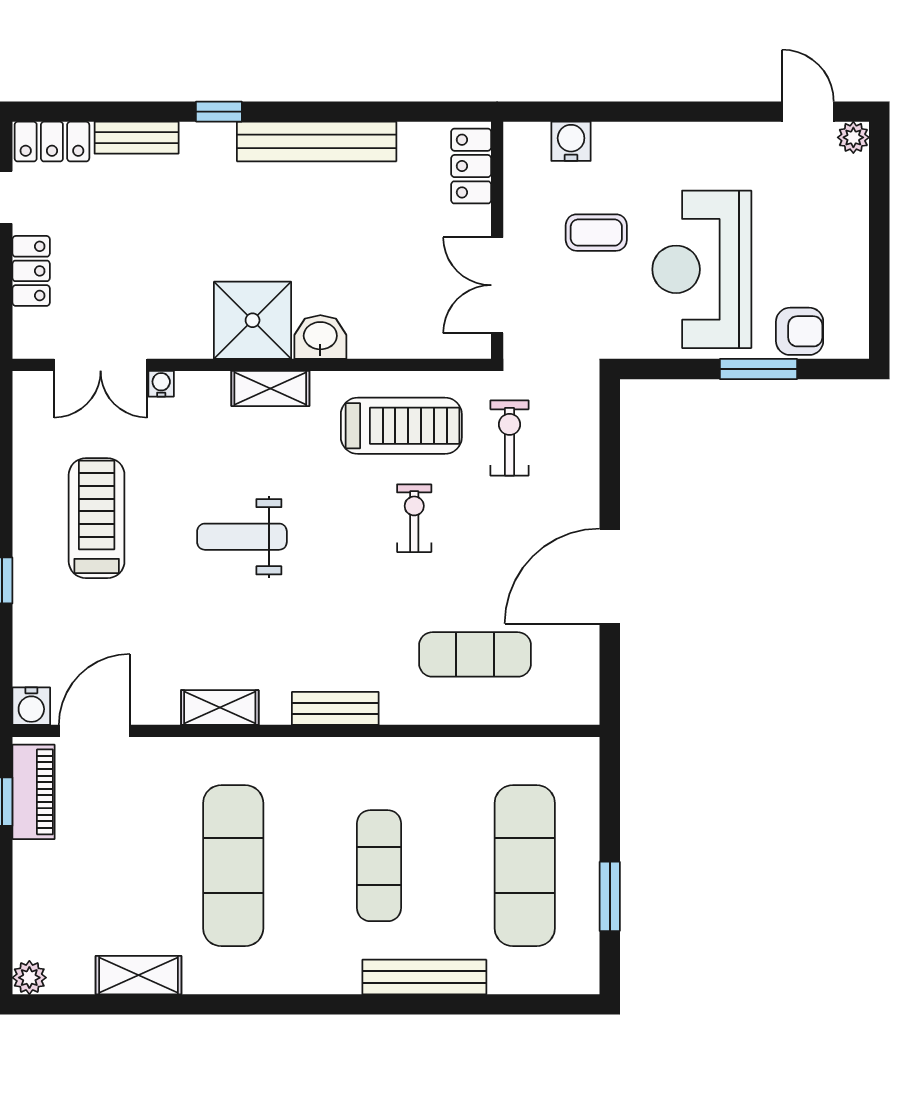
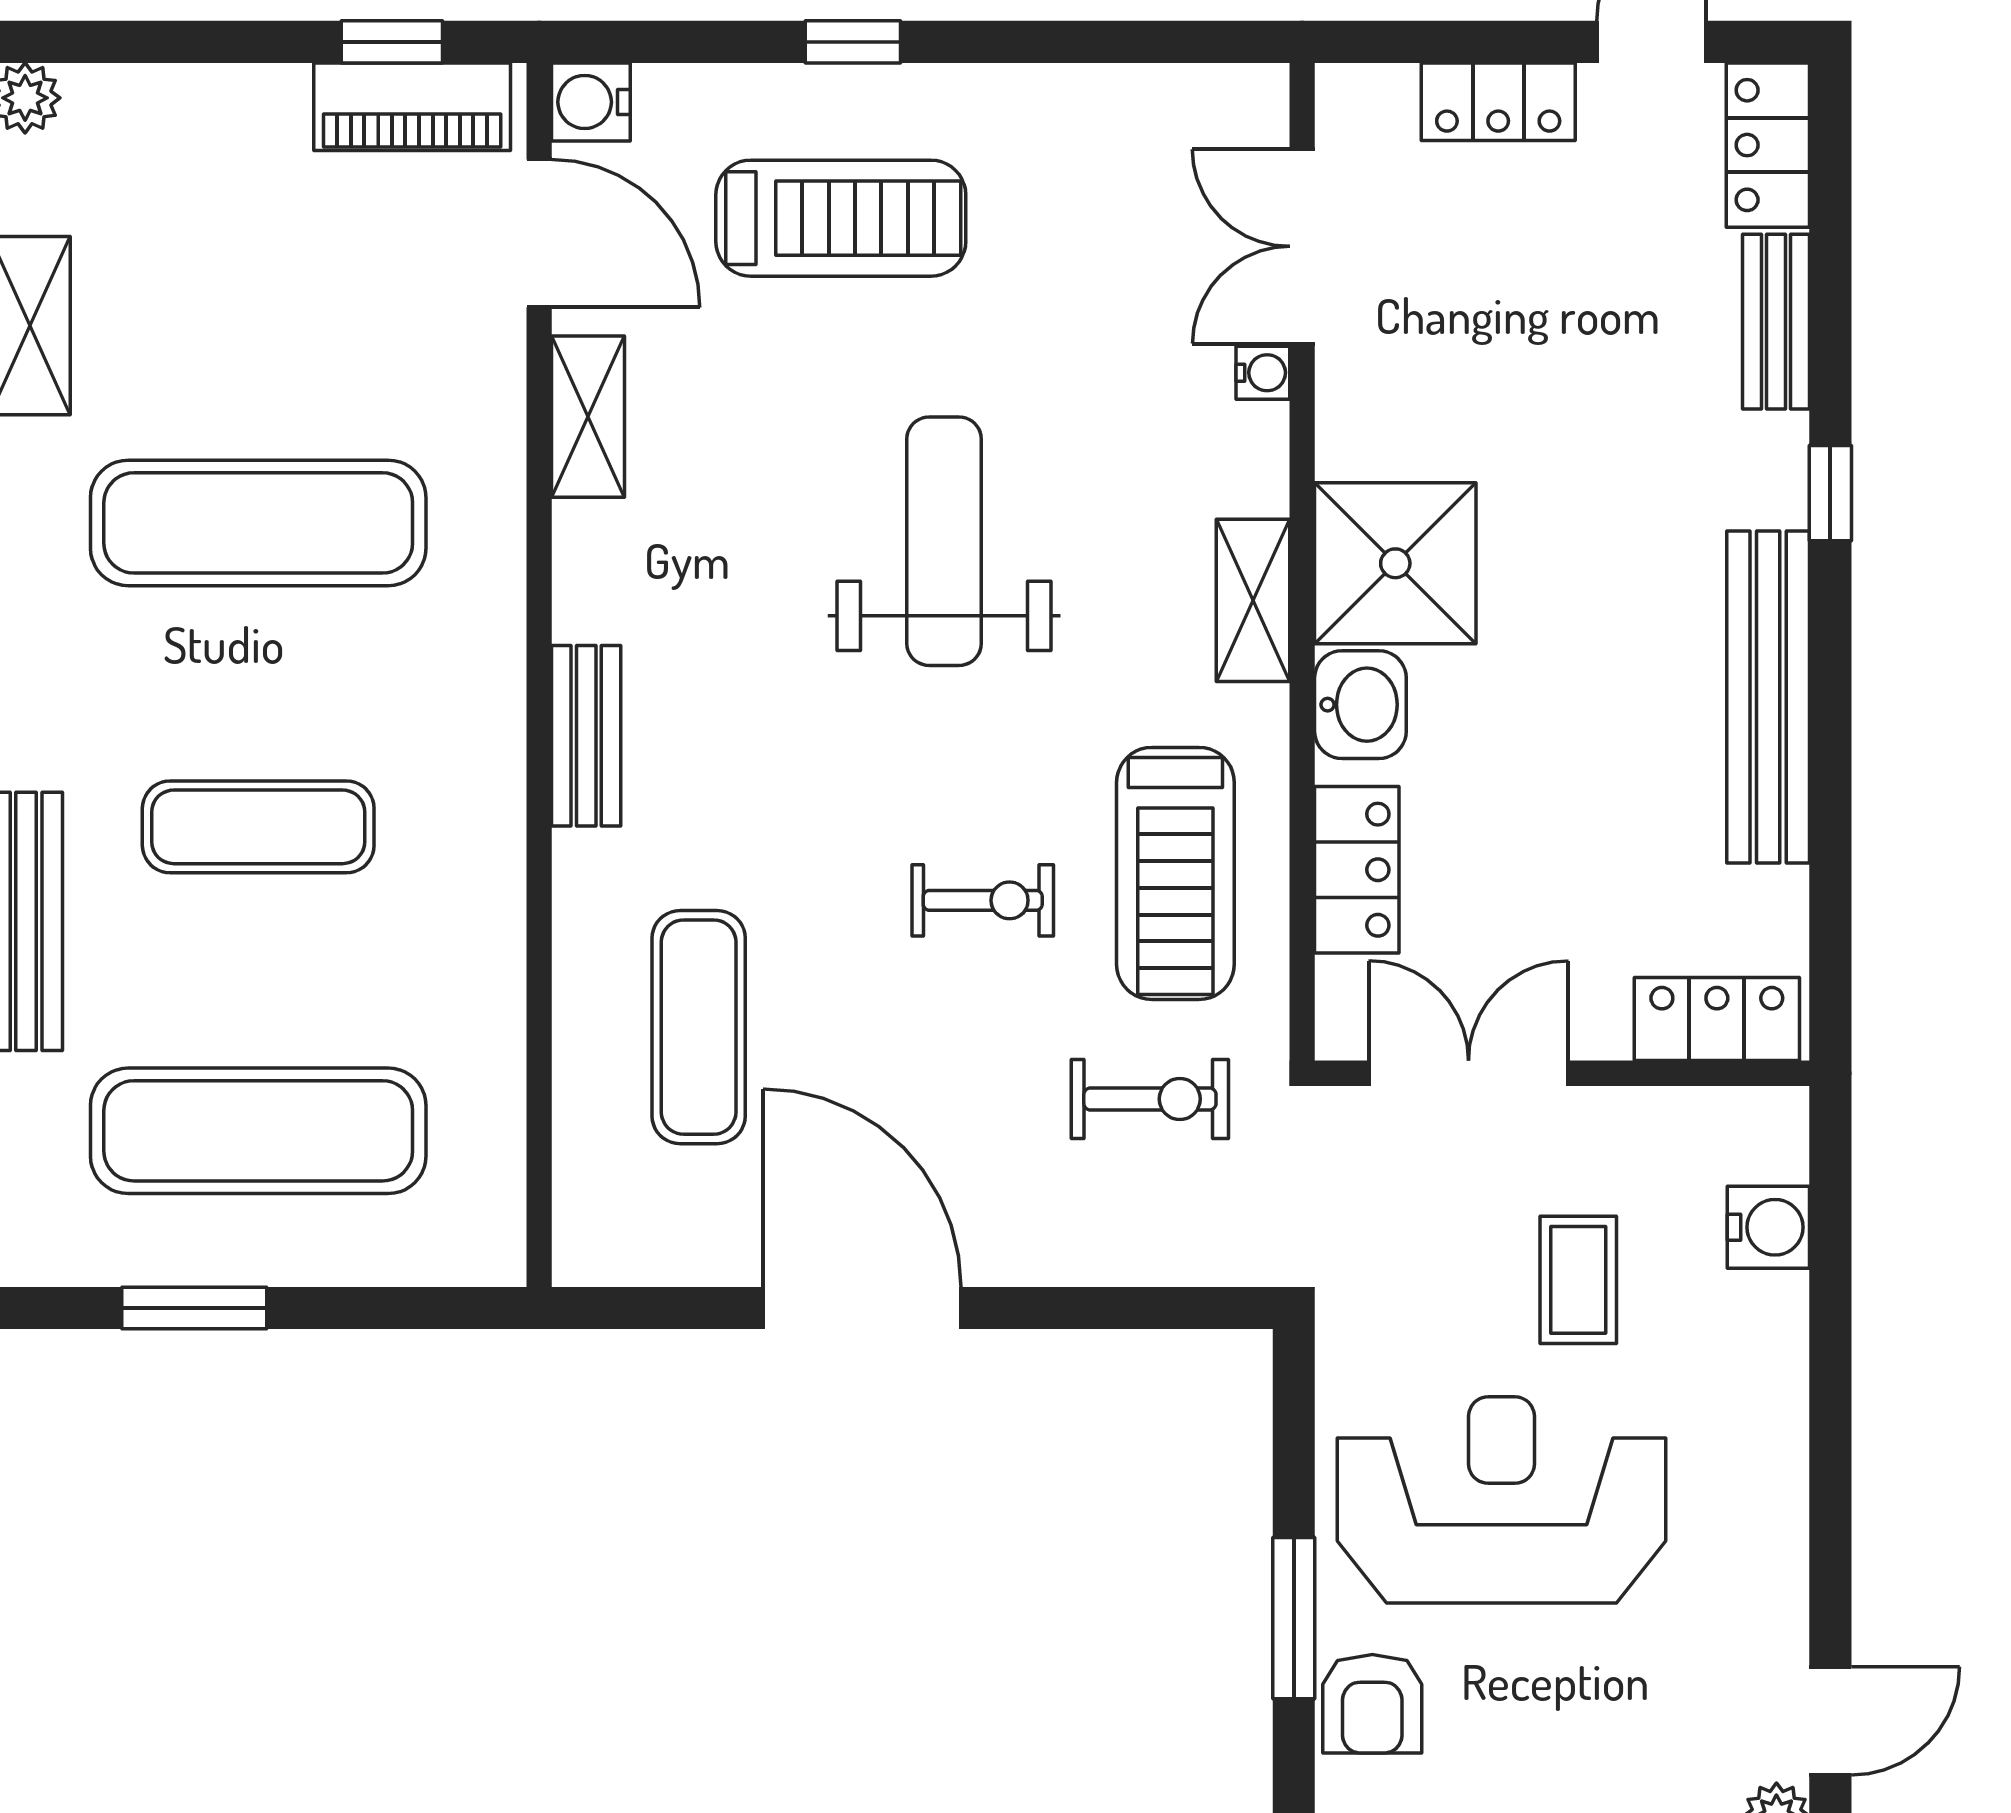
locker: (400, 339) -> (1357, 870), added
treadmill: (97, 518) -> (841, 218), moved
weight bench: (242, 537) -> (944, 541), width x1.36, depth x1.33
shelving: (220, 707) -> (588, 417), moved

